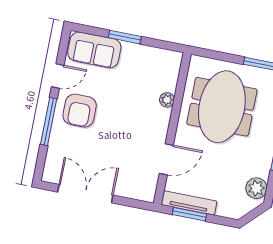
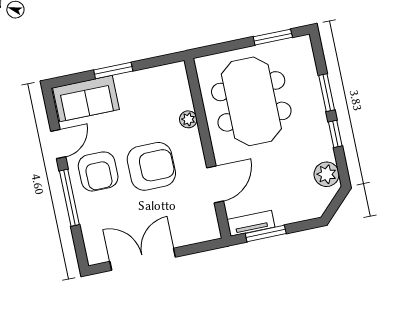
armchair: (123, 124) -> (151, 166), added
tv unit: (189, 203) -> (251, 223), width x0.71

